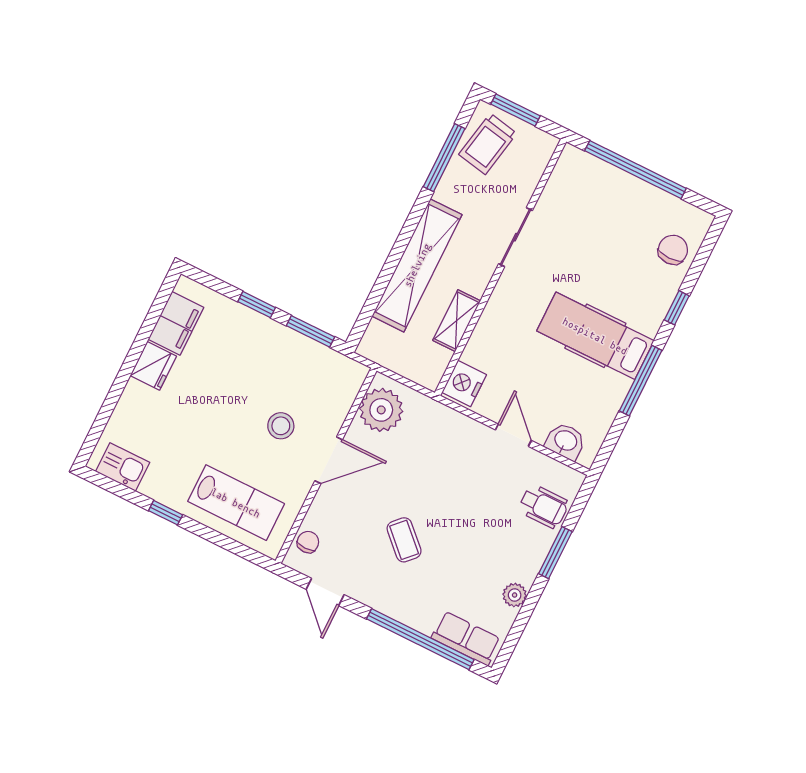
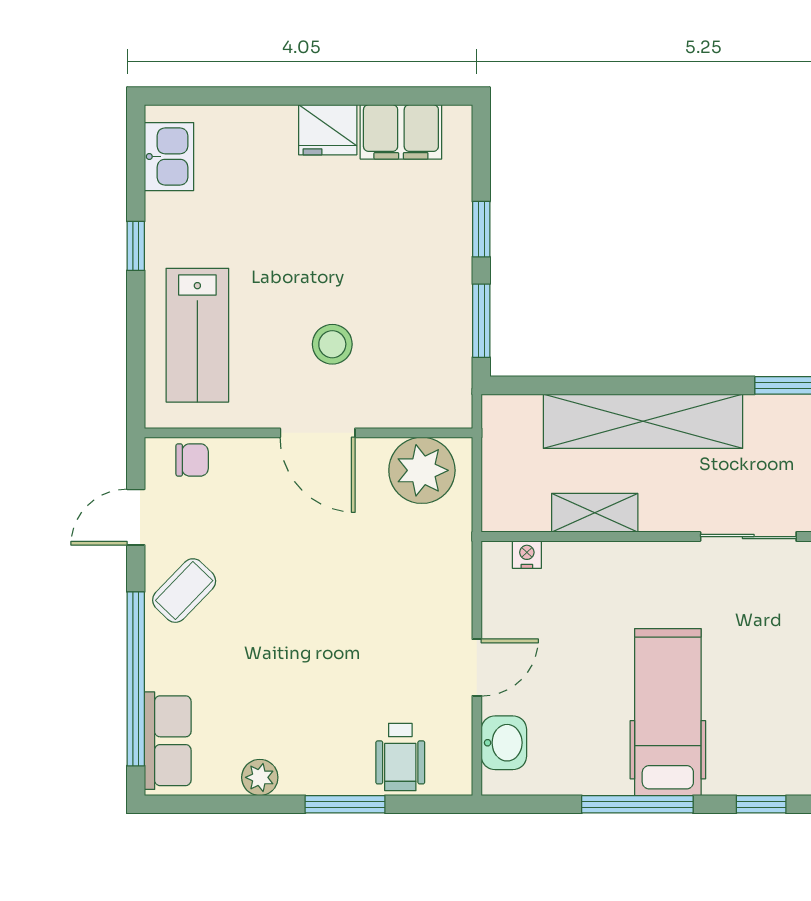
nightstand: (464, 384) -> (527, 555), width x0.53, depth x0.56
coffee table: (404, 540) -> (184, 591), moved

